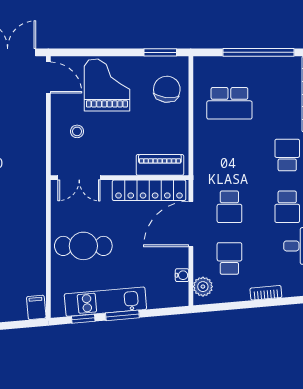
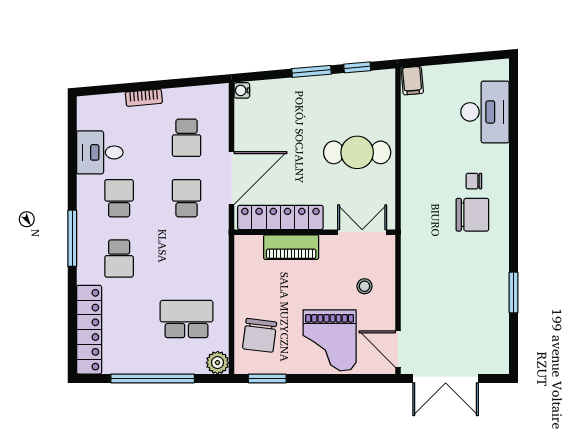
piano: (160, 165) -> (291, 247), moved
water cooler: (182, 275) -> (242, 90), moved
plant: (203, 287) -> (218, 363), moved
kitchen unit: (105, 302) -> (331, 87), removed

